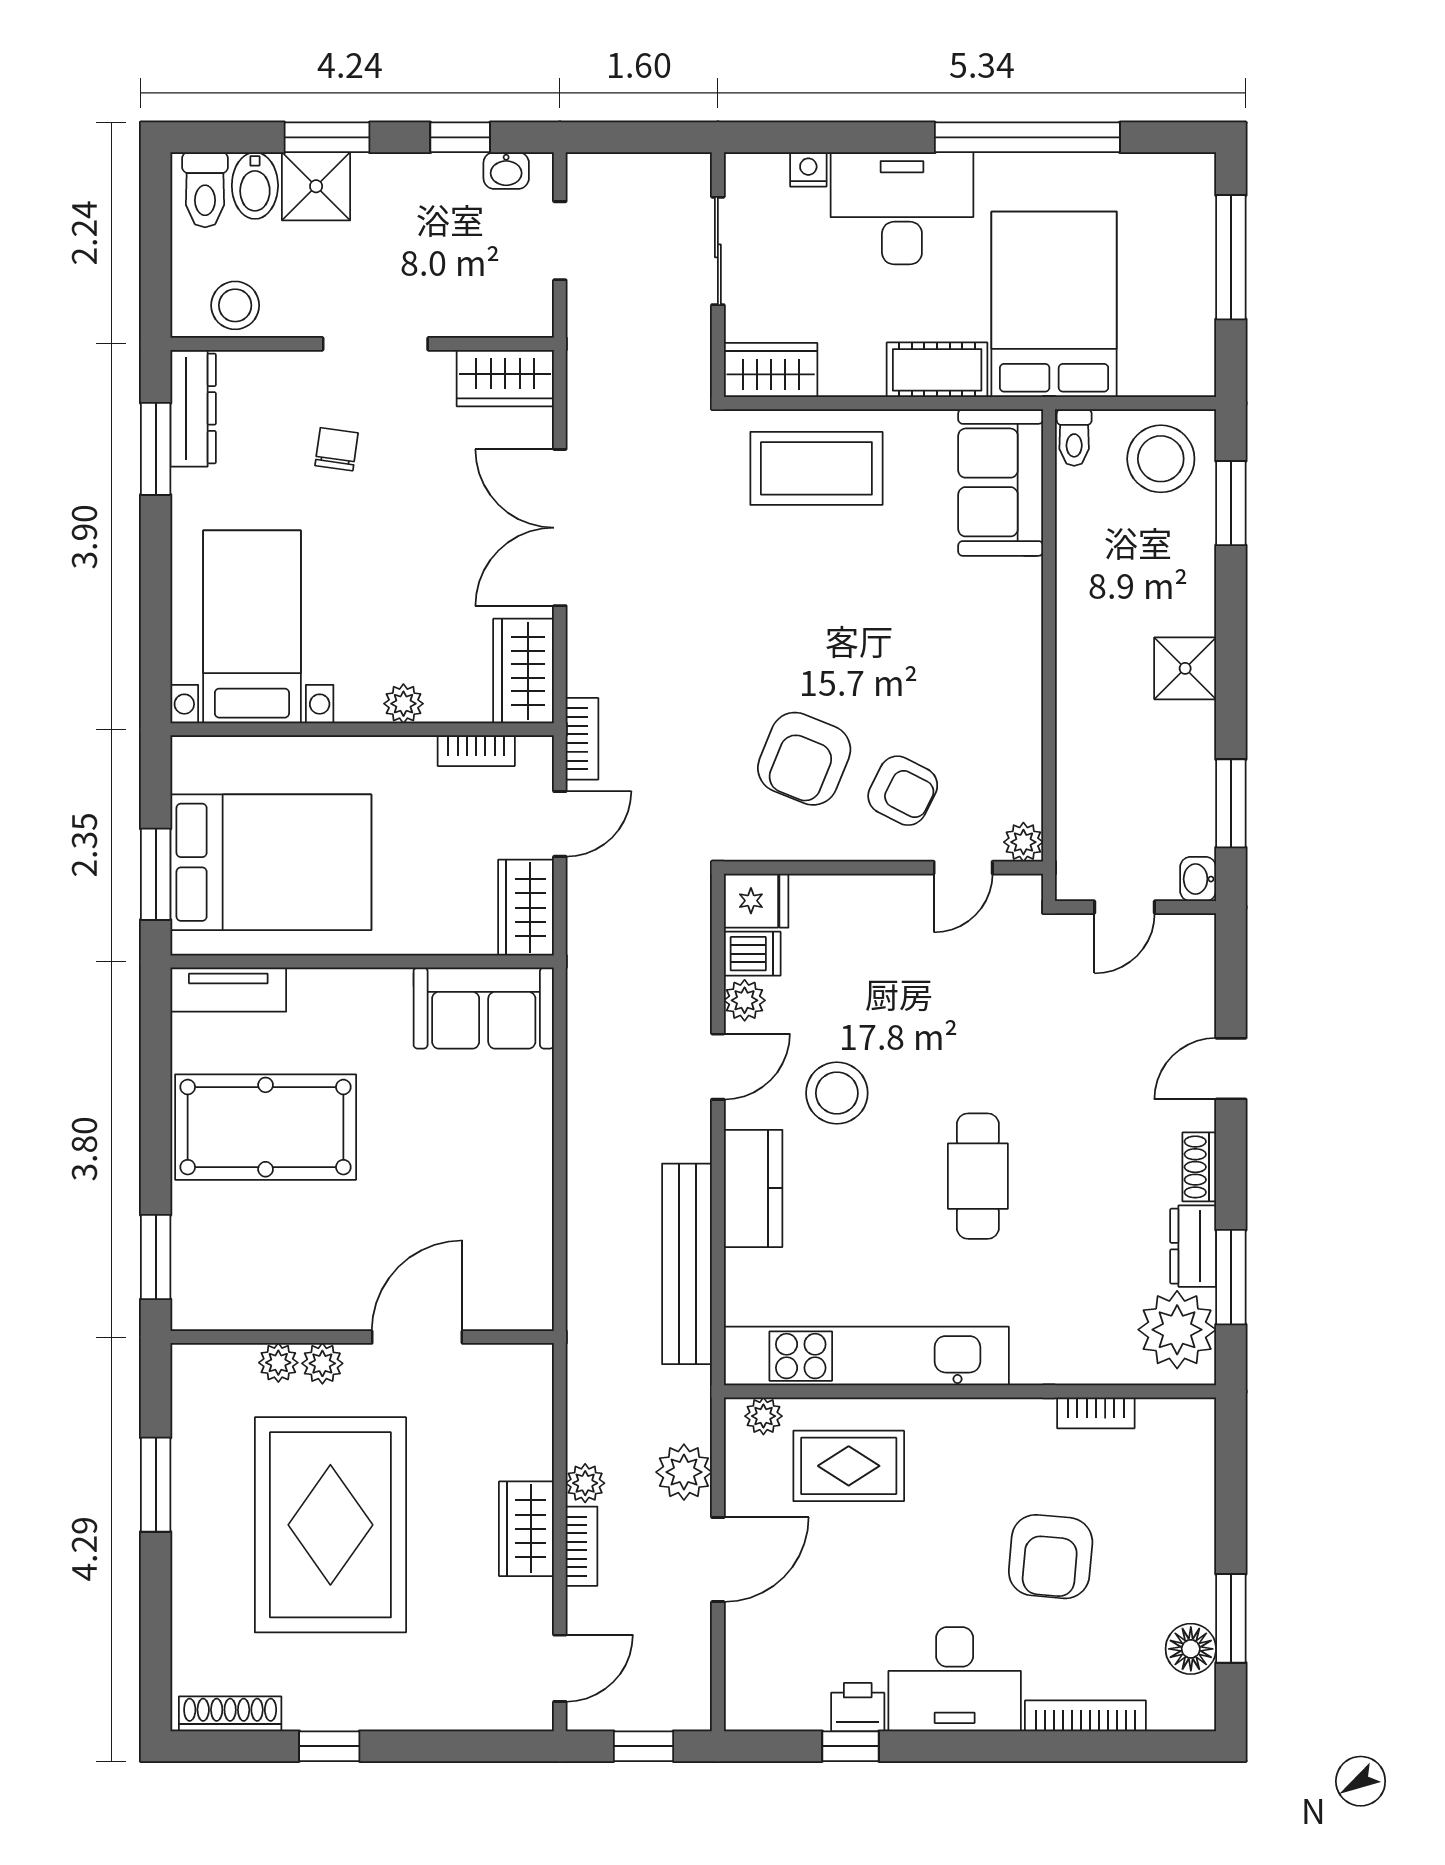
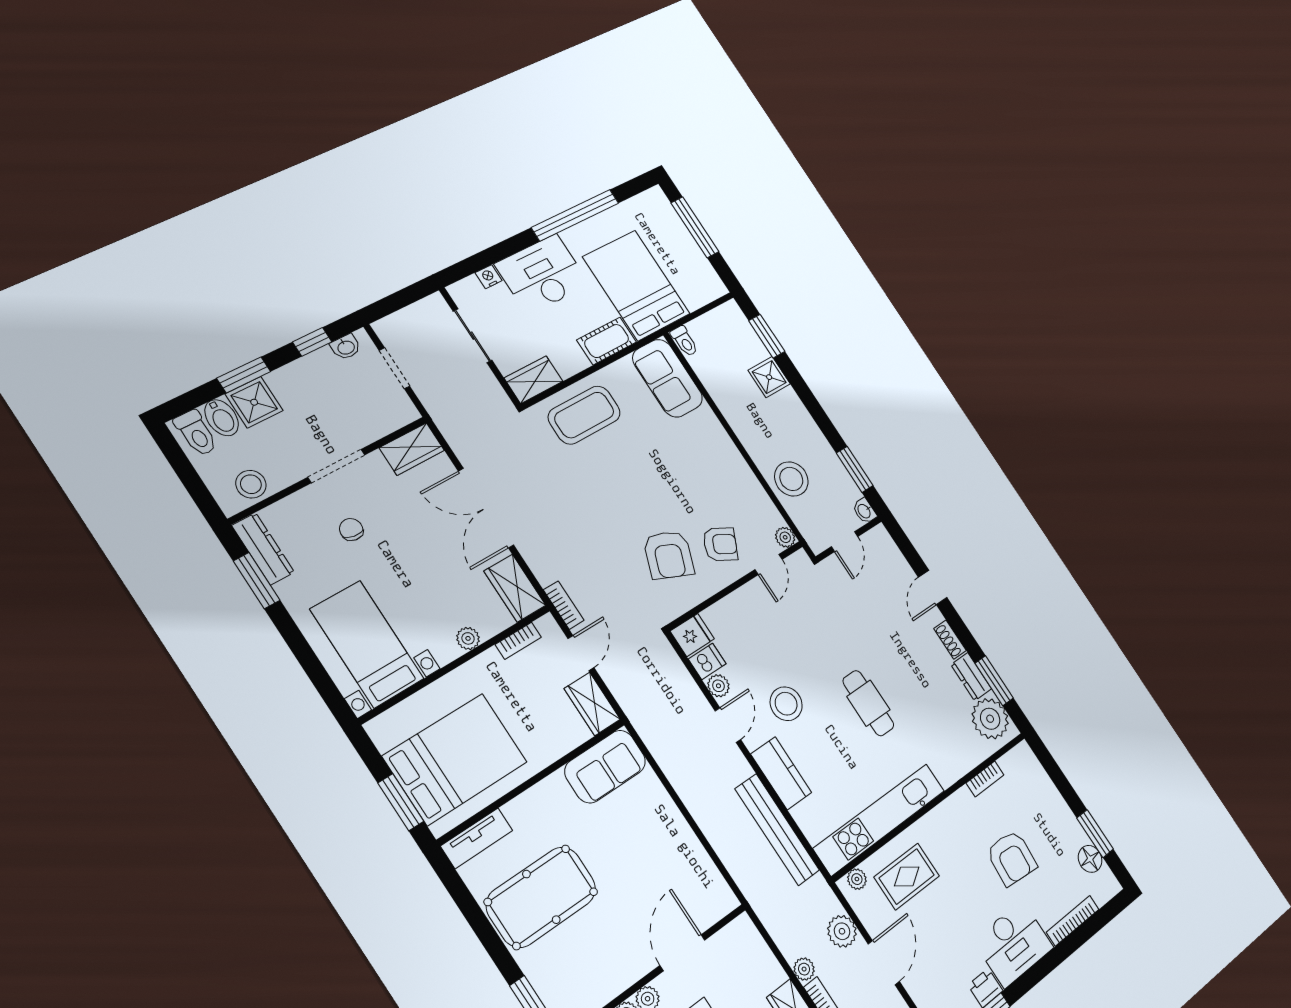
stool: (1161, 459) -> (791, 479), moved
shower: (1185, 668) -> (769, 377), moved

